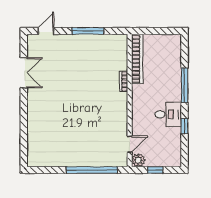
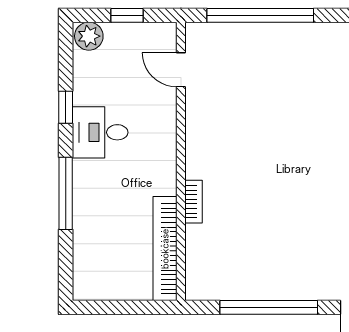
window: (88, 31) -> (269, 307), width x1.46
door: (130, 144) -> (181, 70), hinge flipped
plant: (138, 160) -> (89, 36), moved

